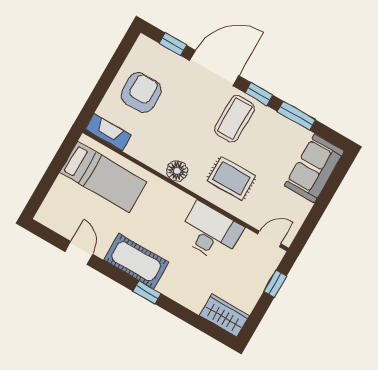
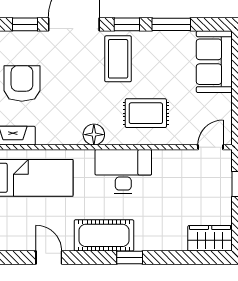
desk: (210, 232) -> (123, 172), moved

